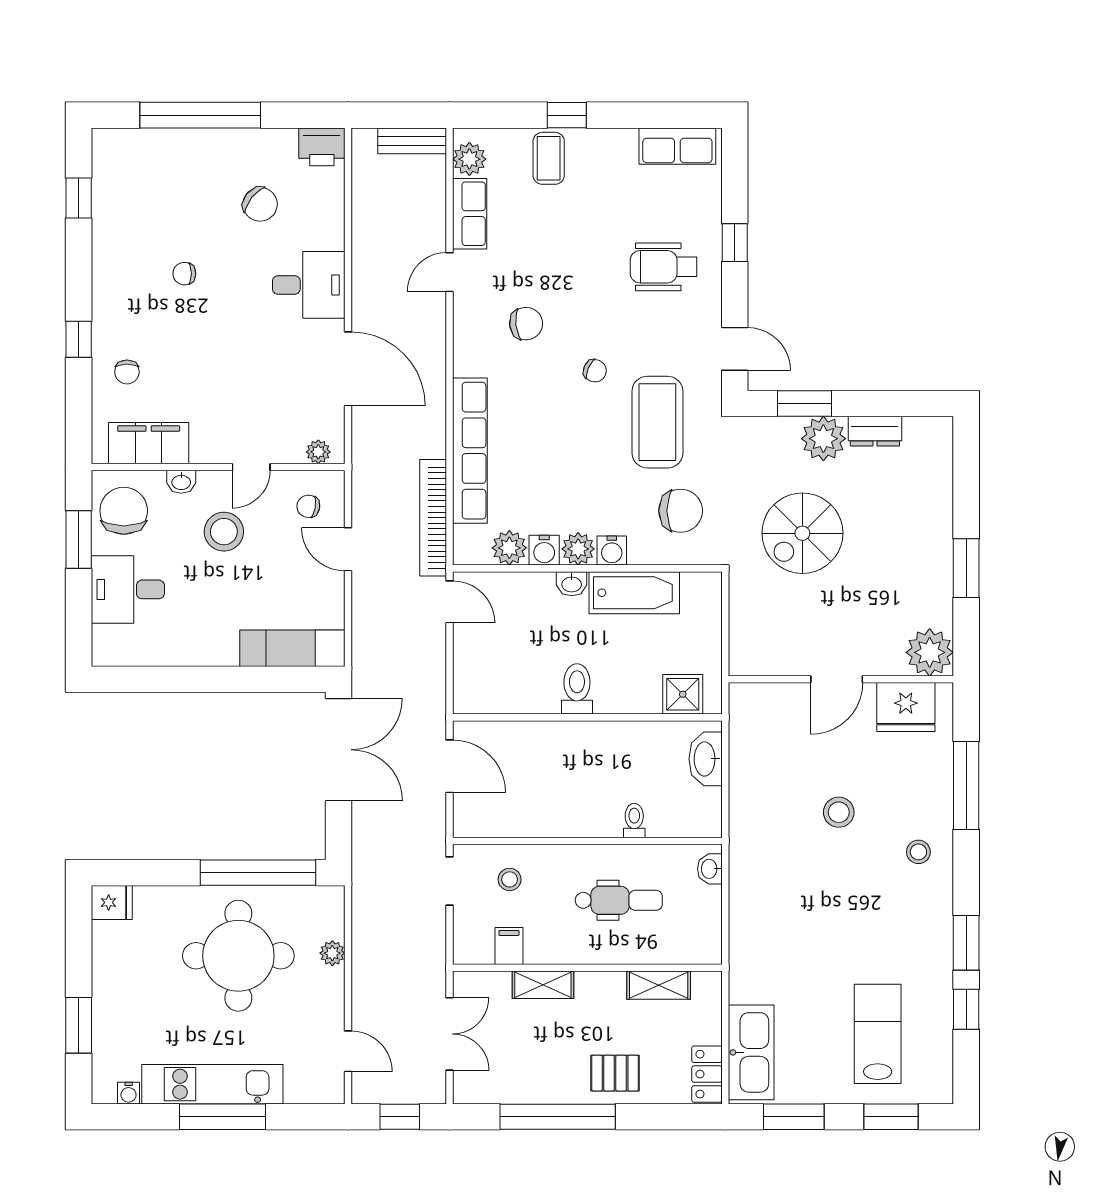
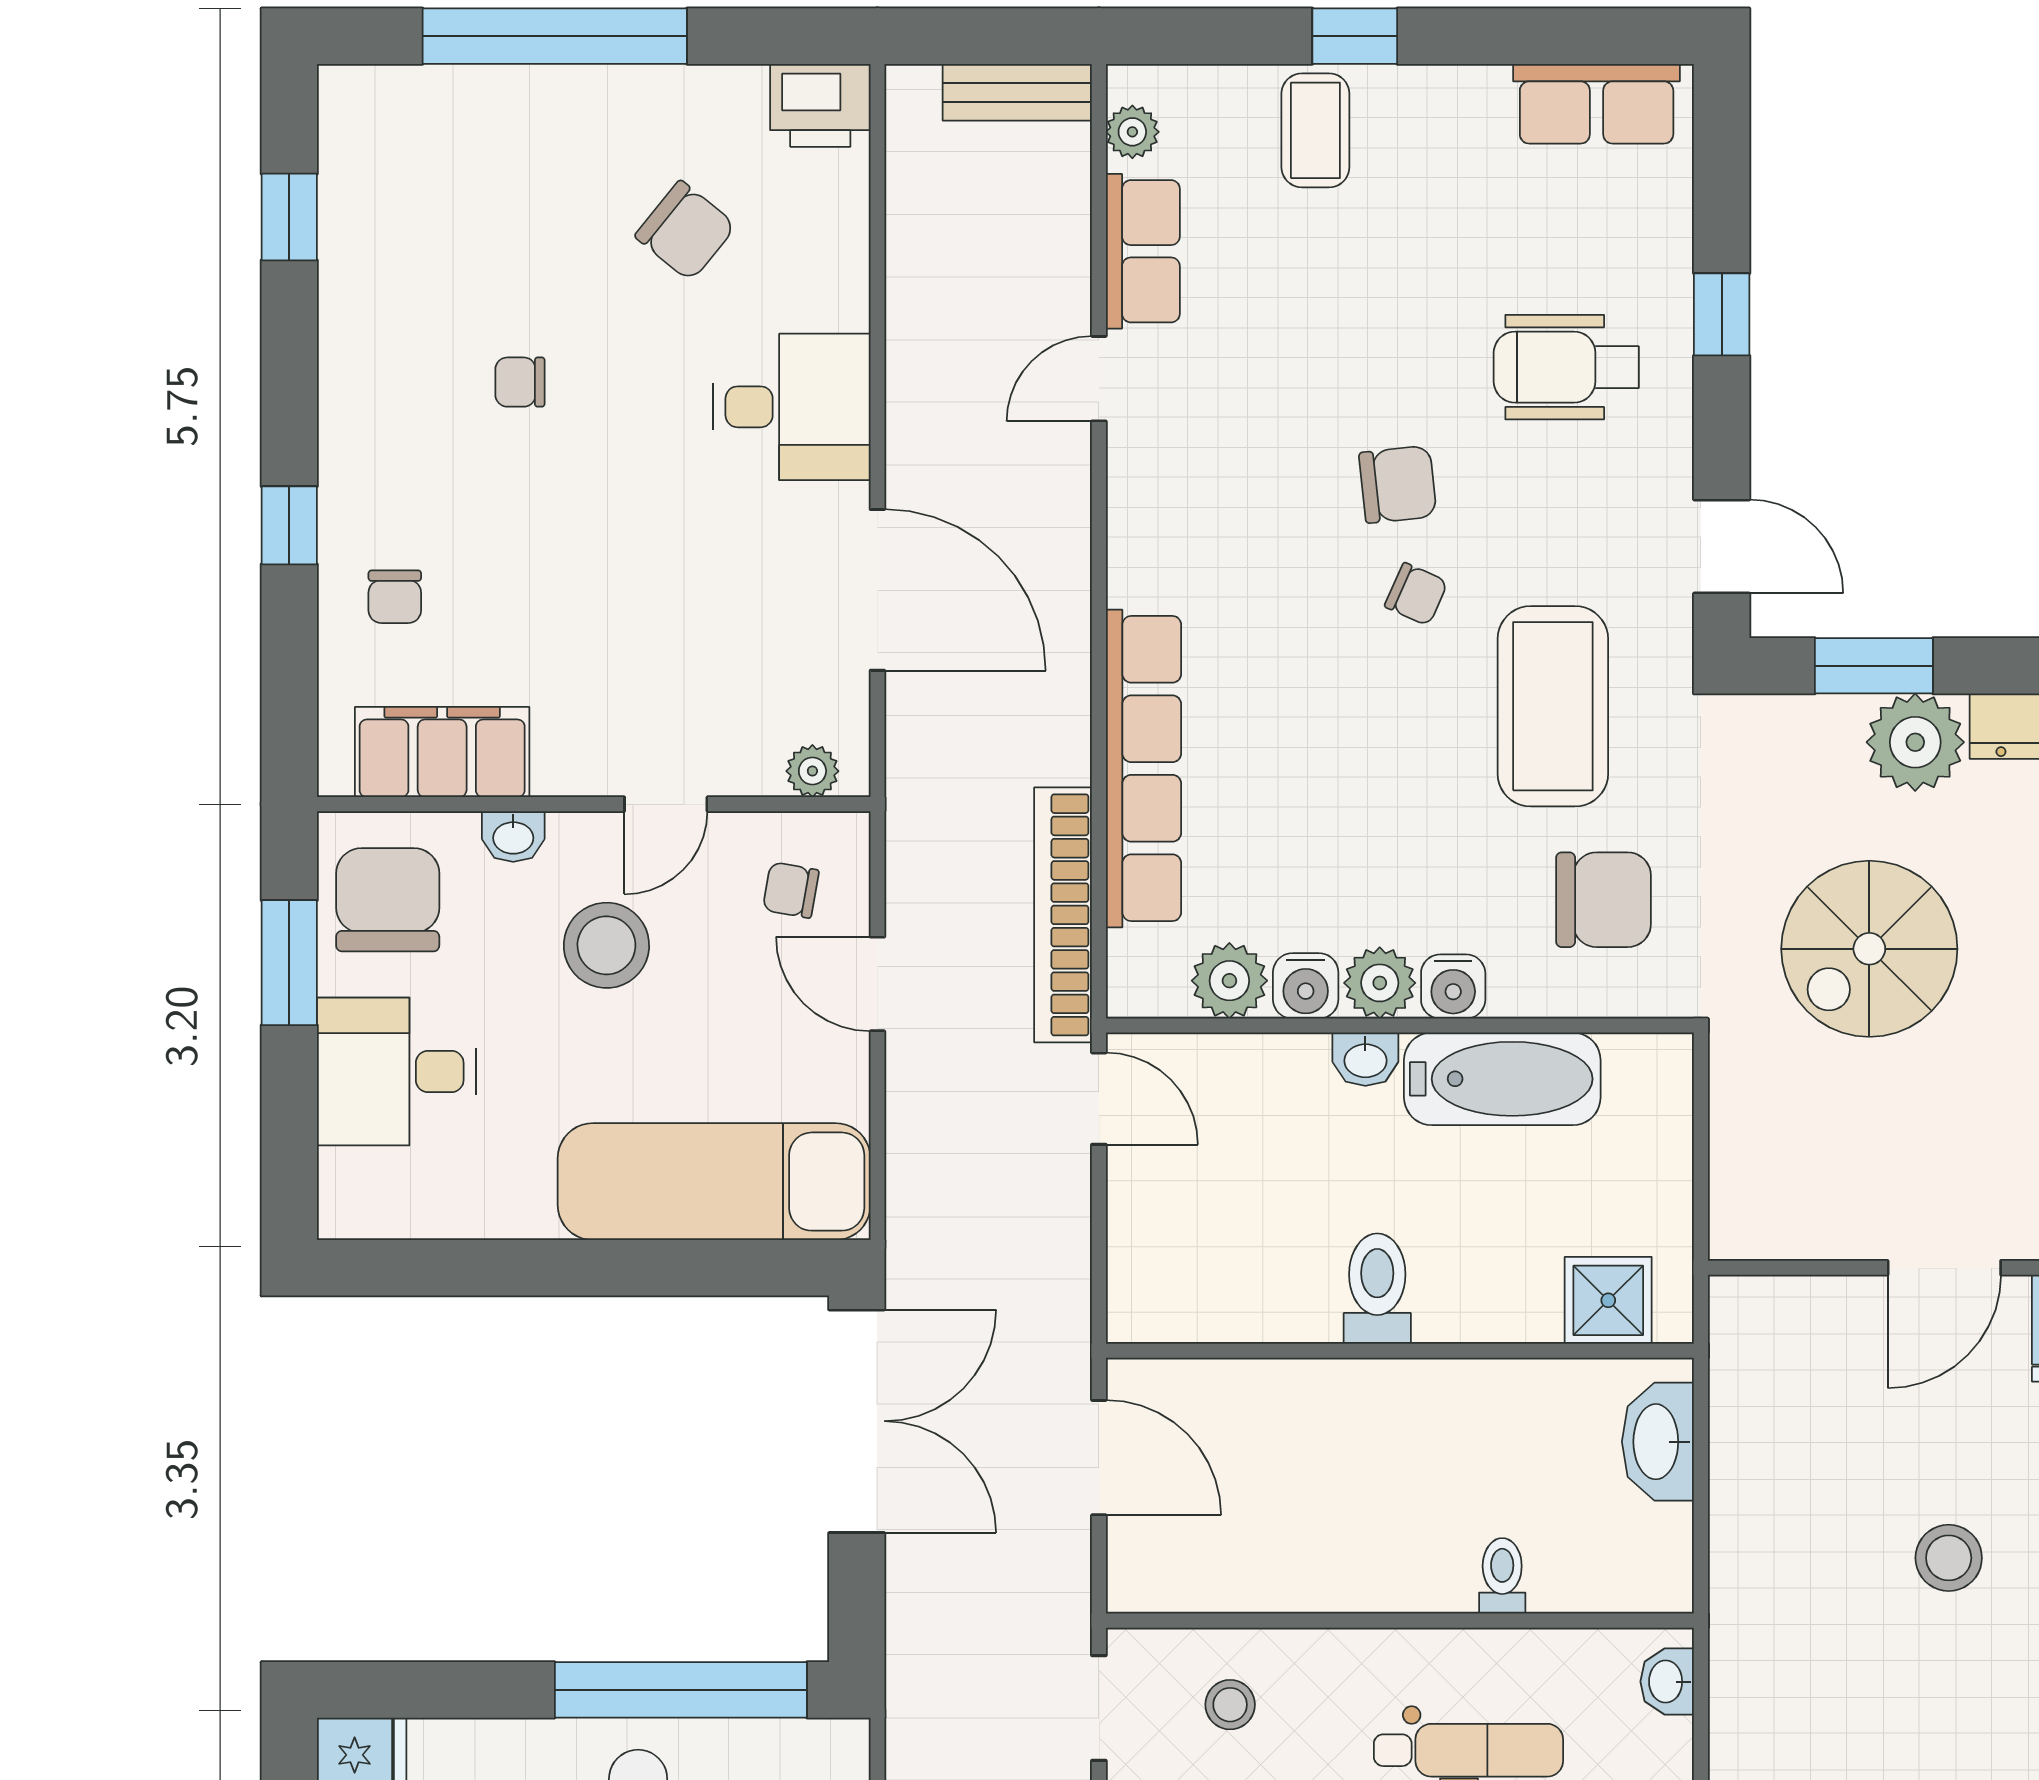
plant: (469, 159) -> (1132, 132), width x0.73, depth x0.73
chair: (526, 324) -> (1398, 484), moved
exam couch: (292, 648) -> (714, 1182), width x1.36, depth x1.45

